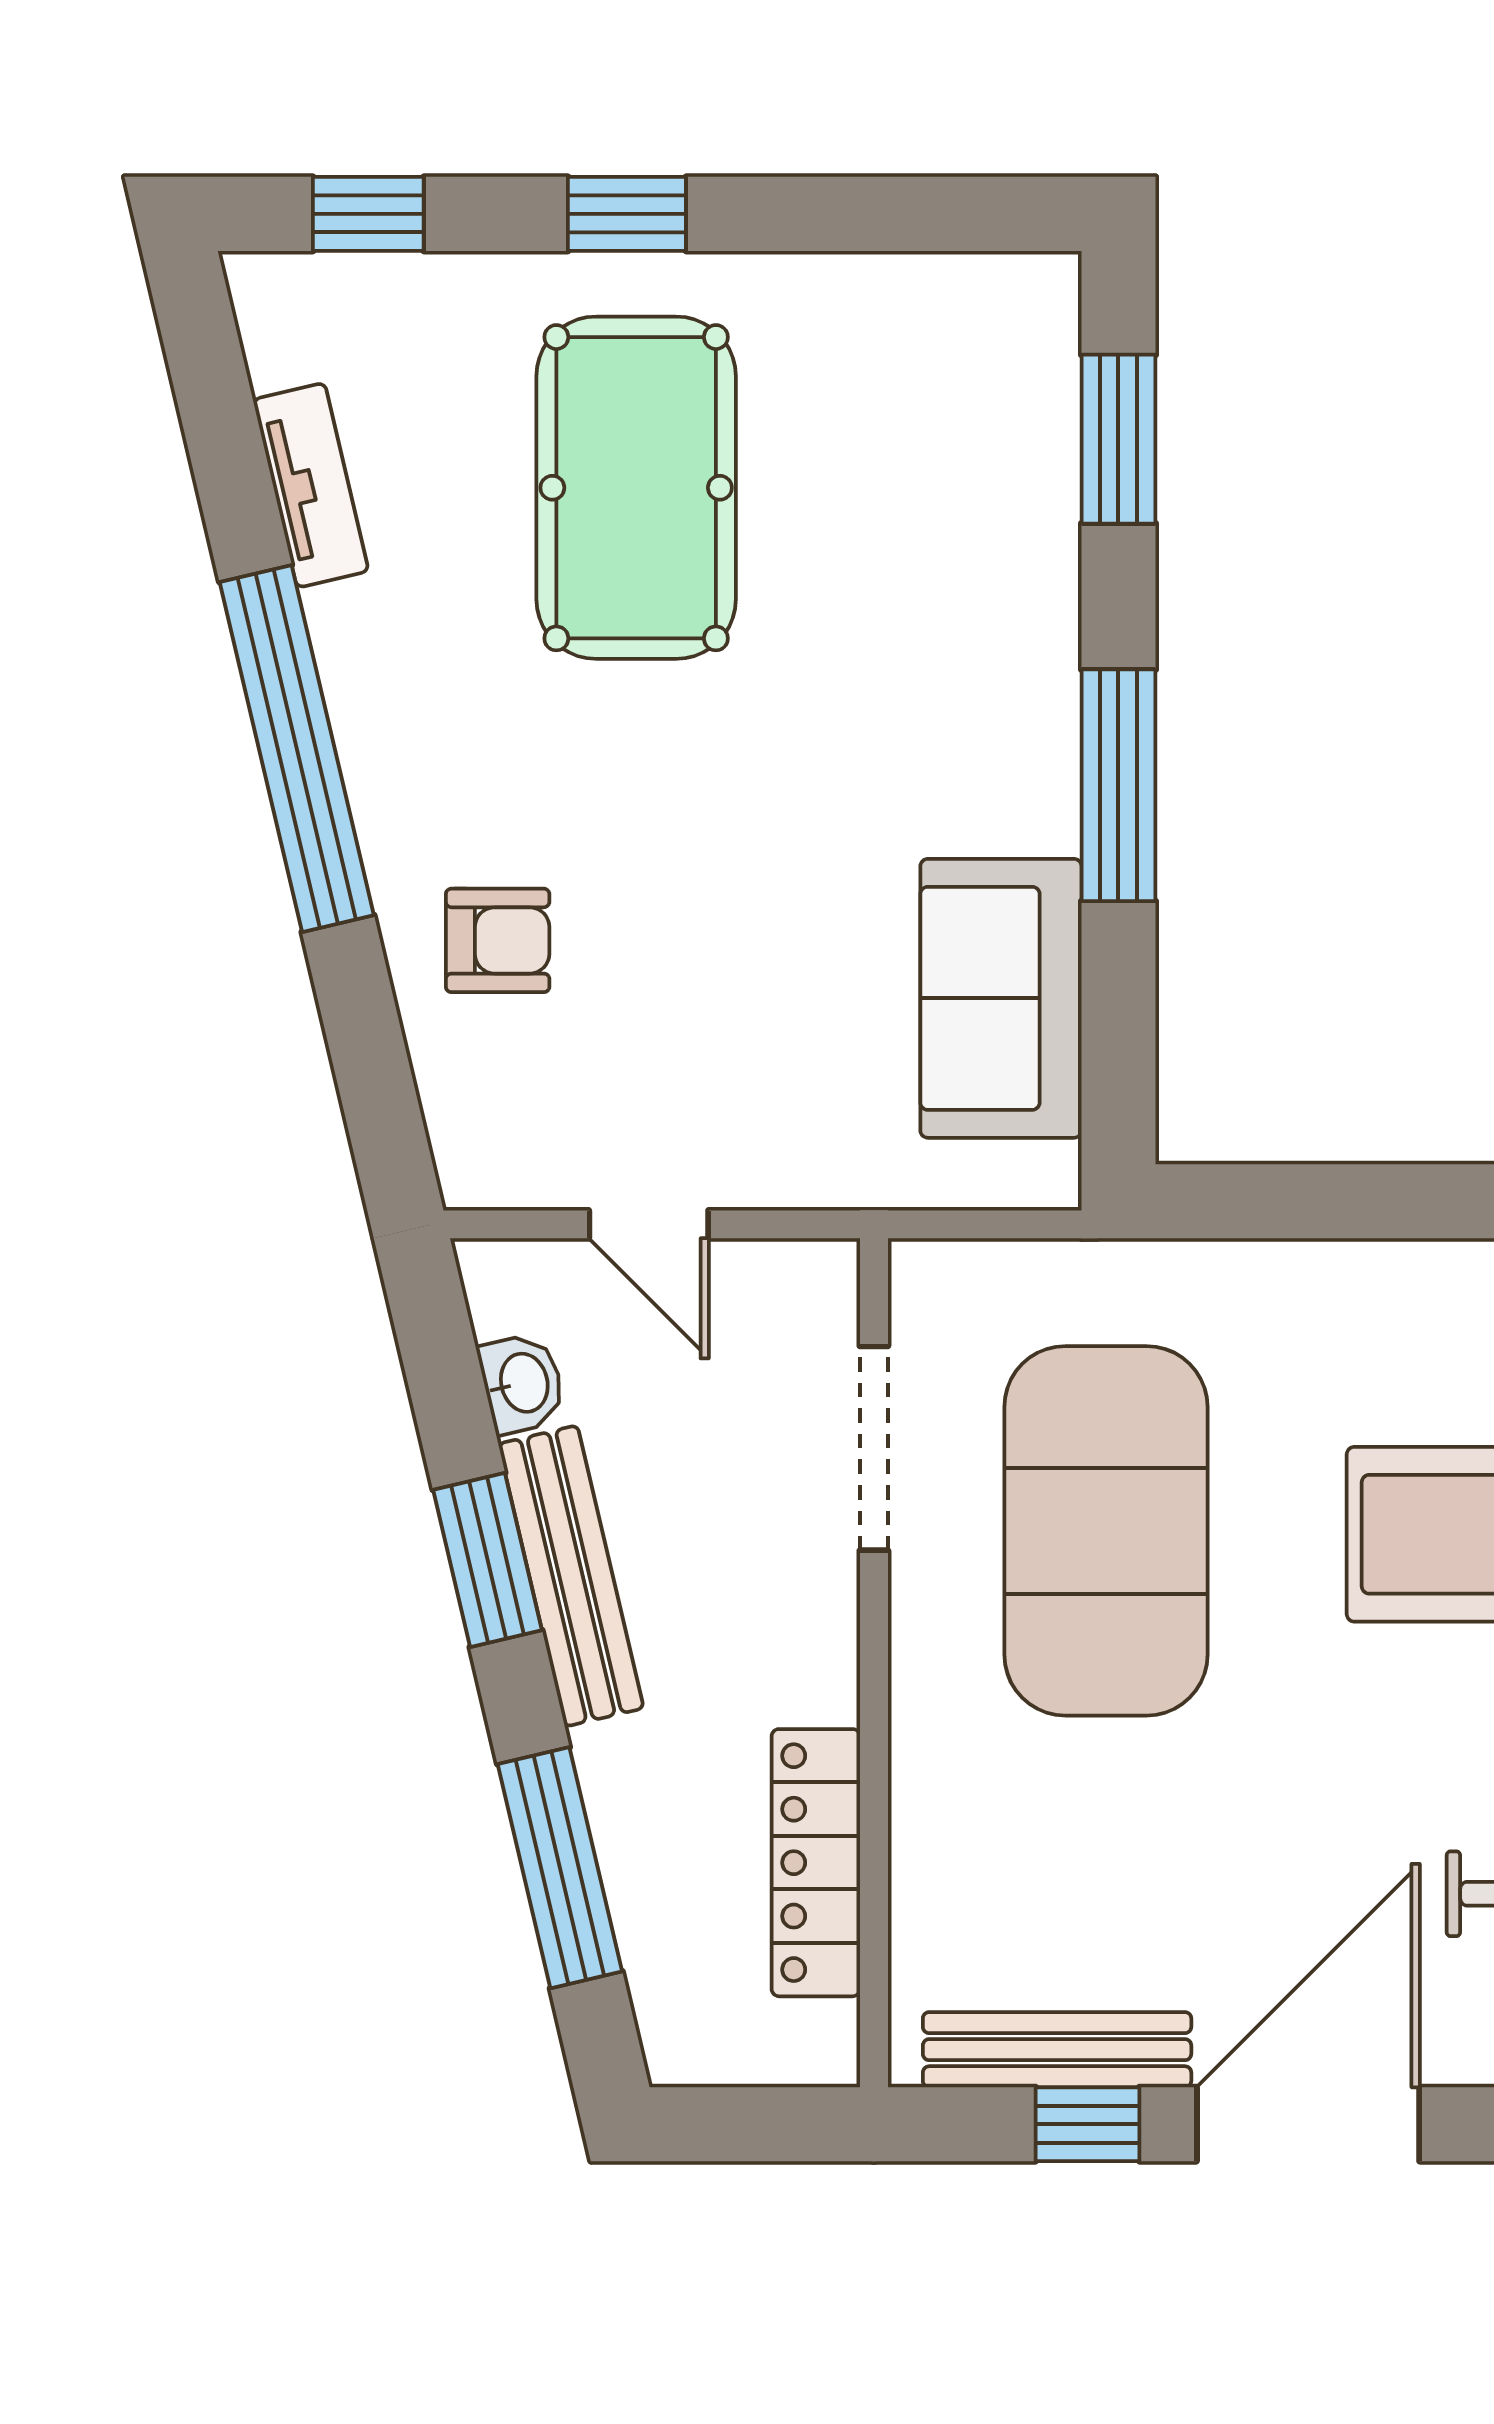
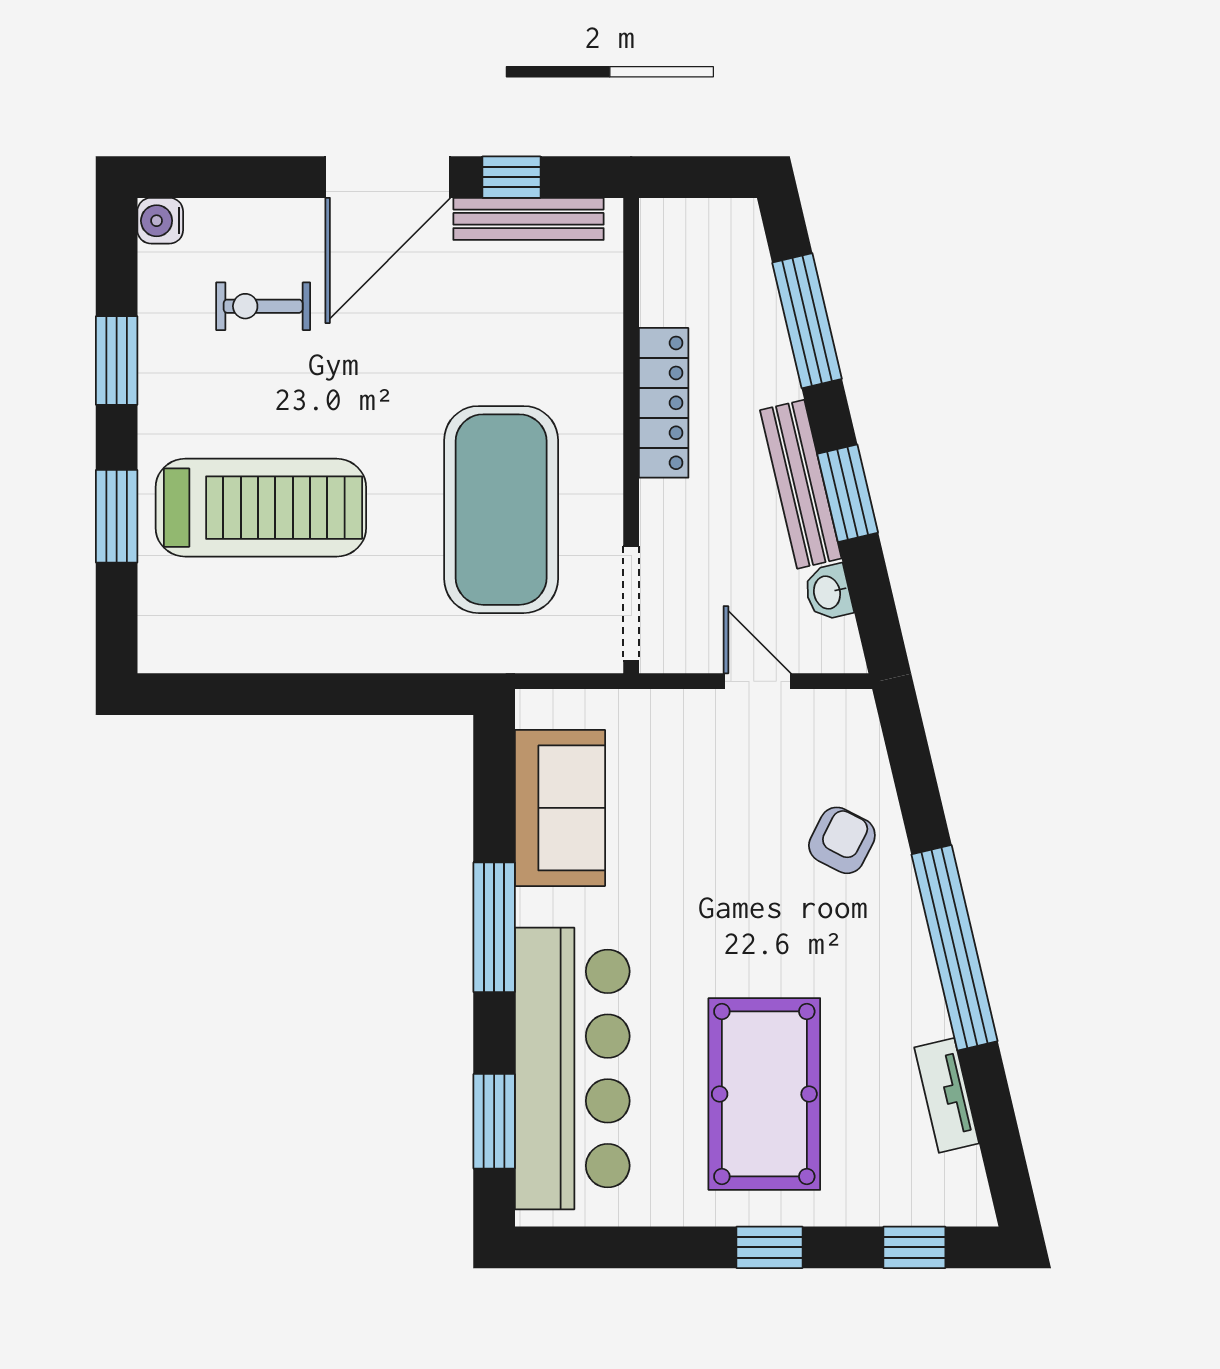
bar counter: (979, 533) -> (572, 1068), added
armchair: (498, 940) -> (842, 840), turned 117
doorway: (874, 1448) -> (631, 604), moved
locker: (816, 1863) -> (664, 403), moved

